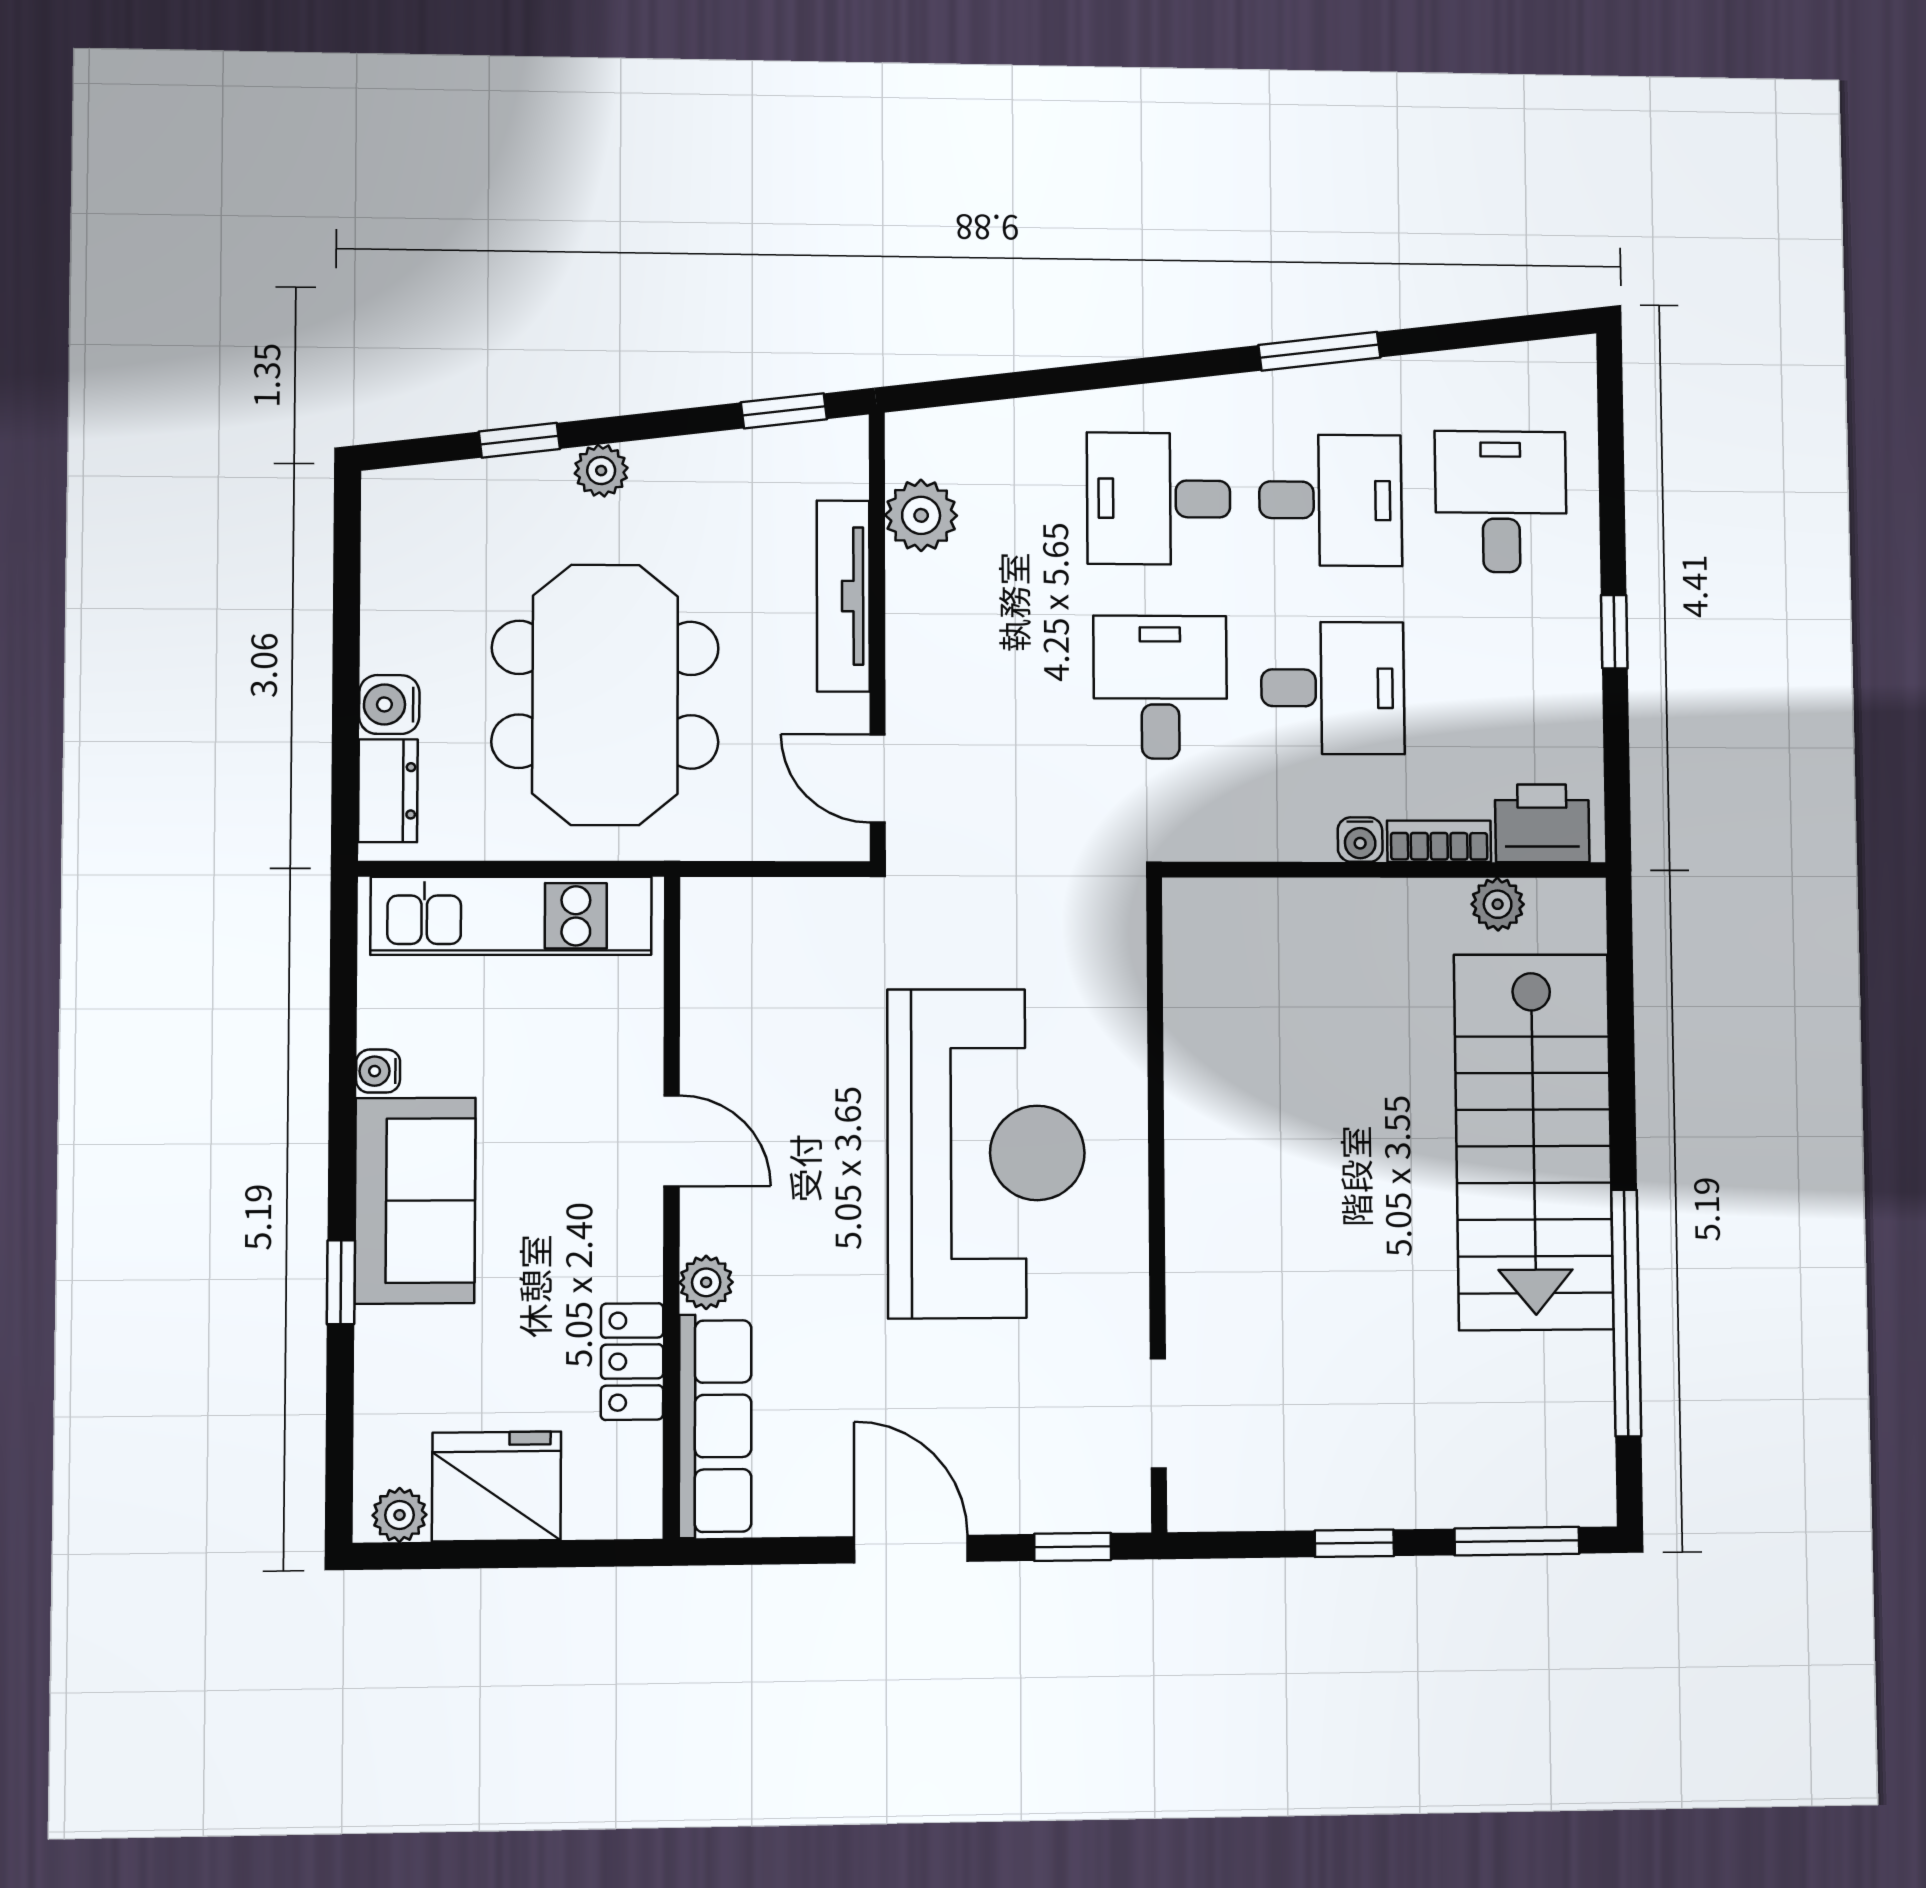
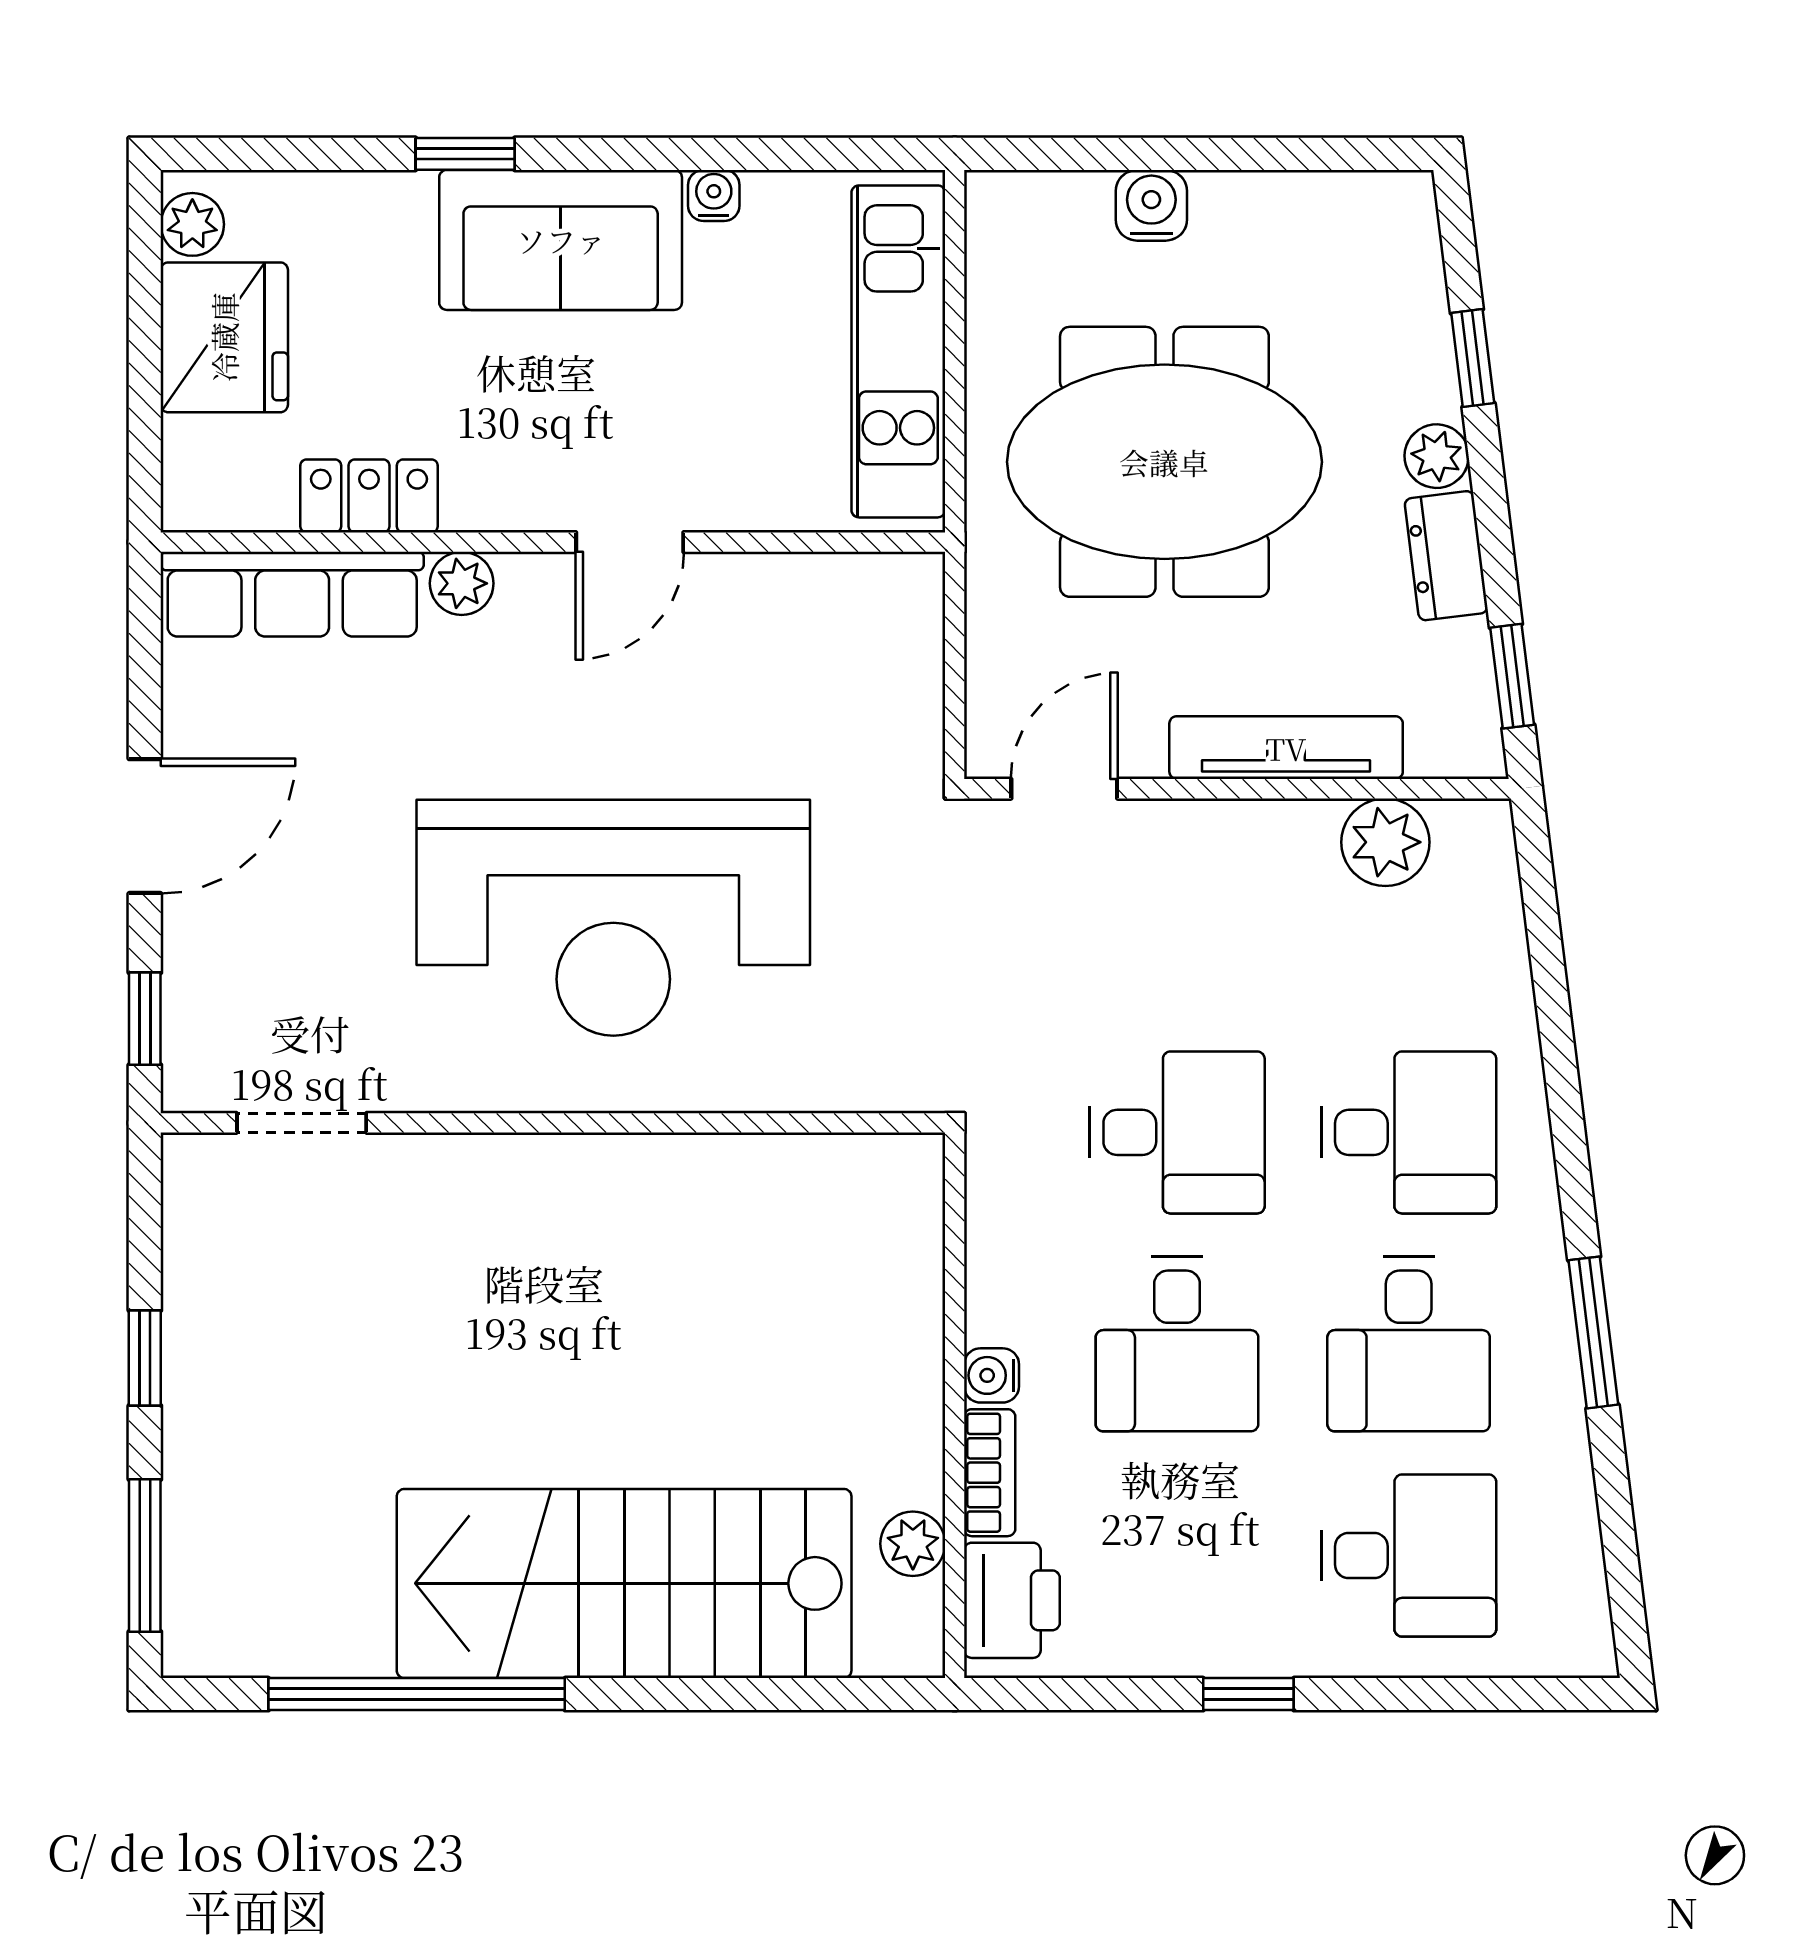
desk: (1159, 499) -> (1409, 1132), turned 90
dresser: (388, 791) -> (1446, 556), moved, turned 83

